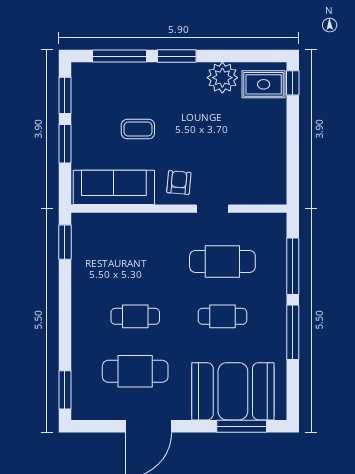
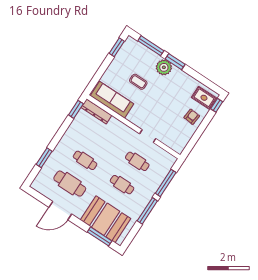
plant: (222, 78) -> (164, 67), moved
window: (65, 144) -> (103, 68), removed
armchair: (179, 182) -> (192, 117), moved
dresser: (101, 223) -> (96, 111), added
cafe table: (222, 261) -> (137, 161), width x0.73, depth x0.74
window: (65, 390) -> (44, 158), moved

